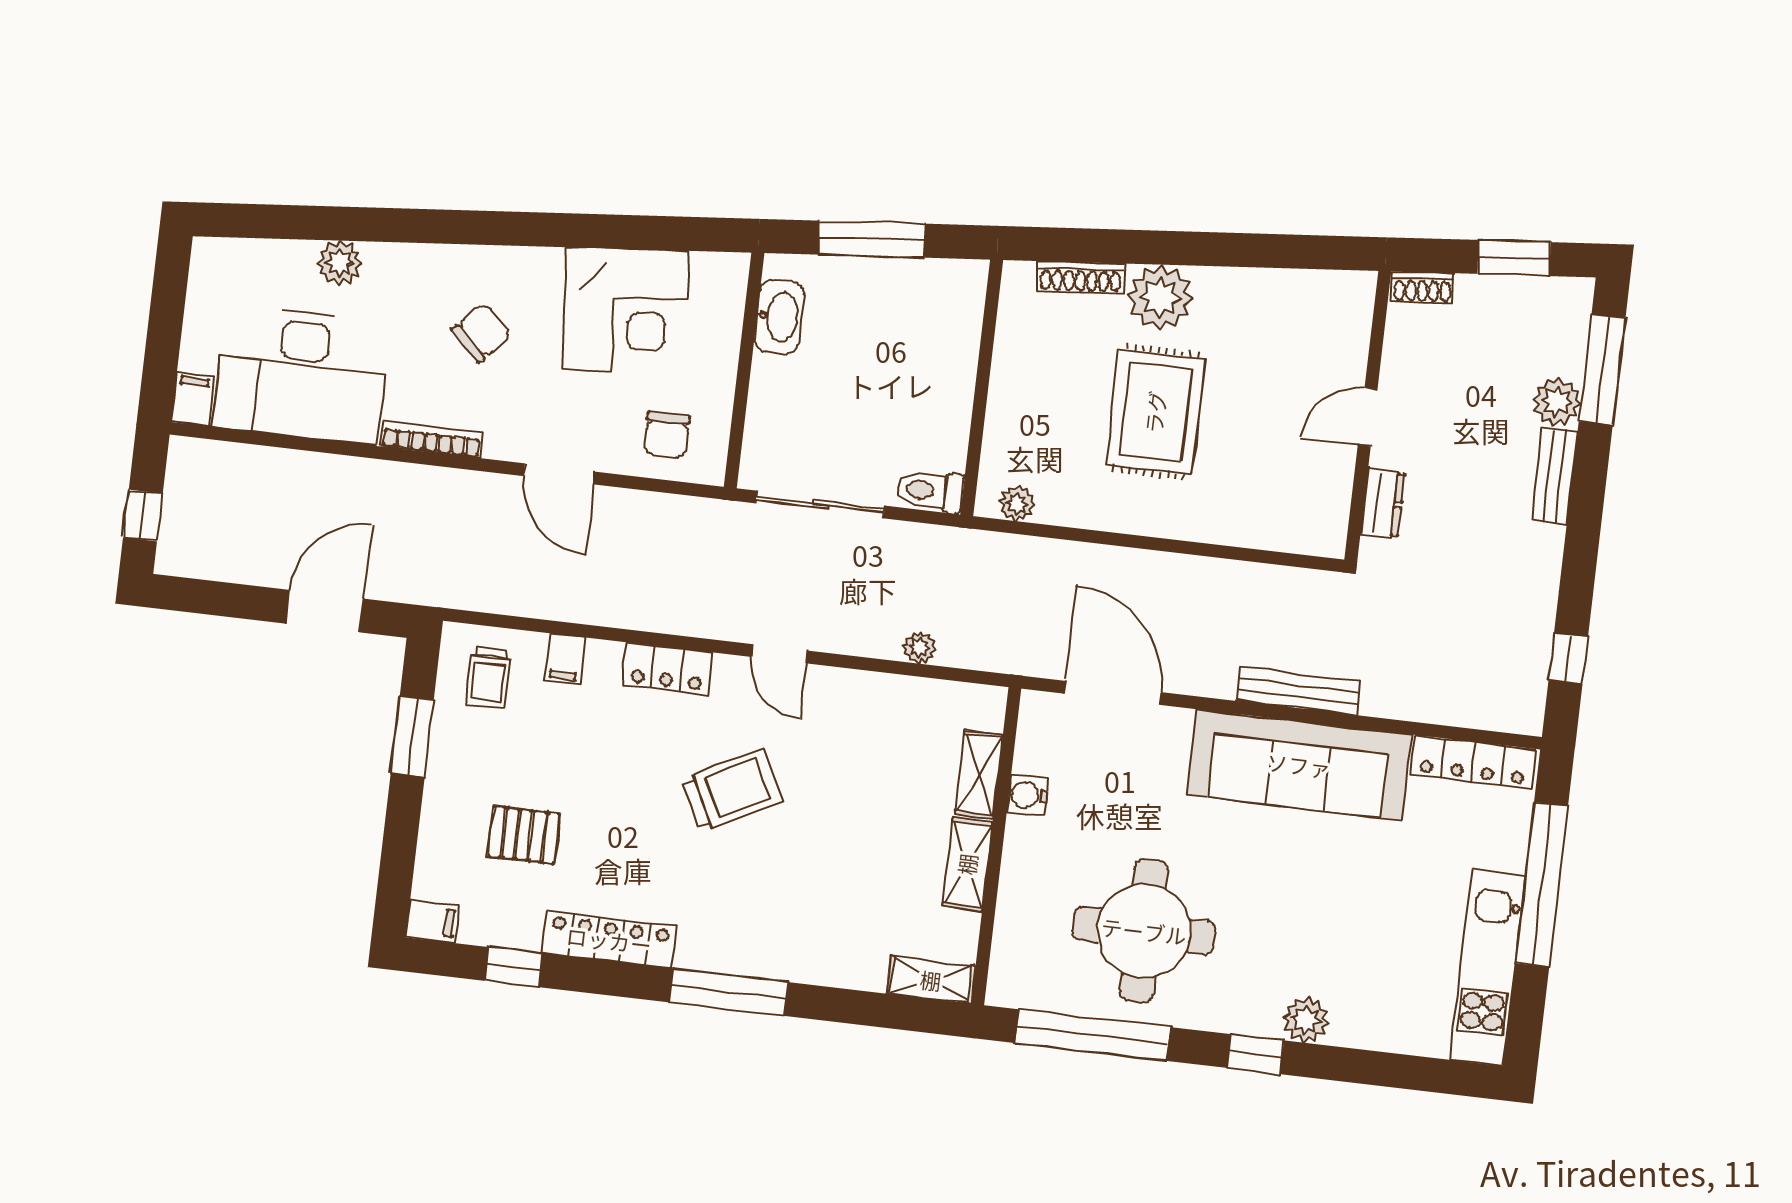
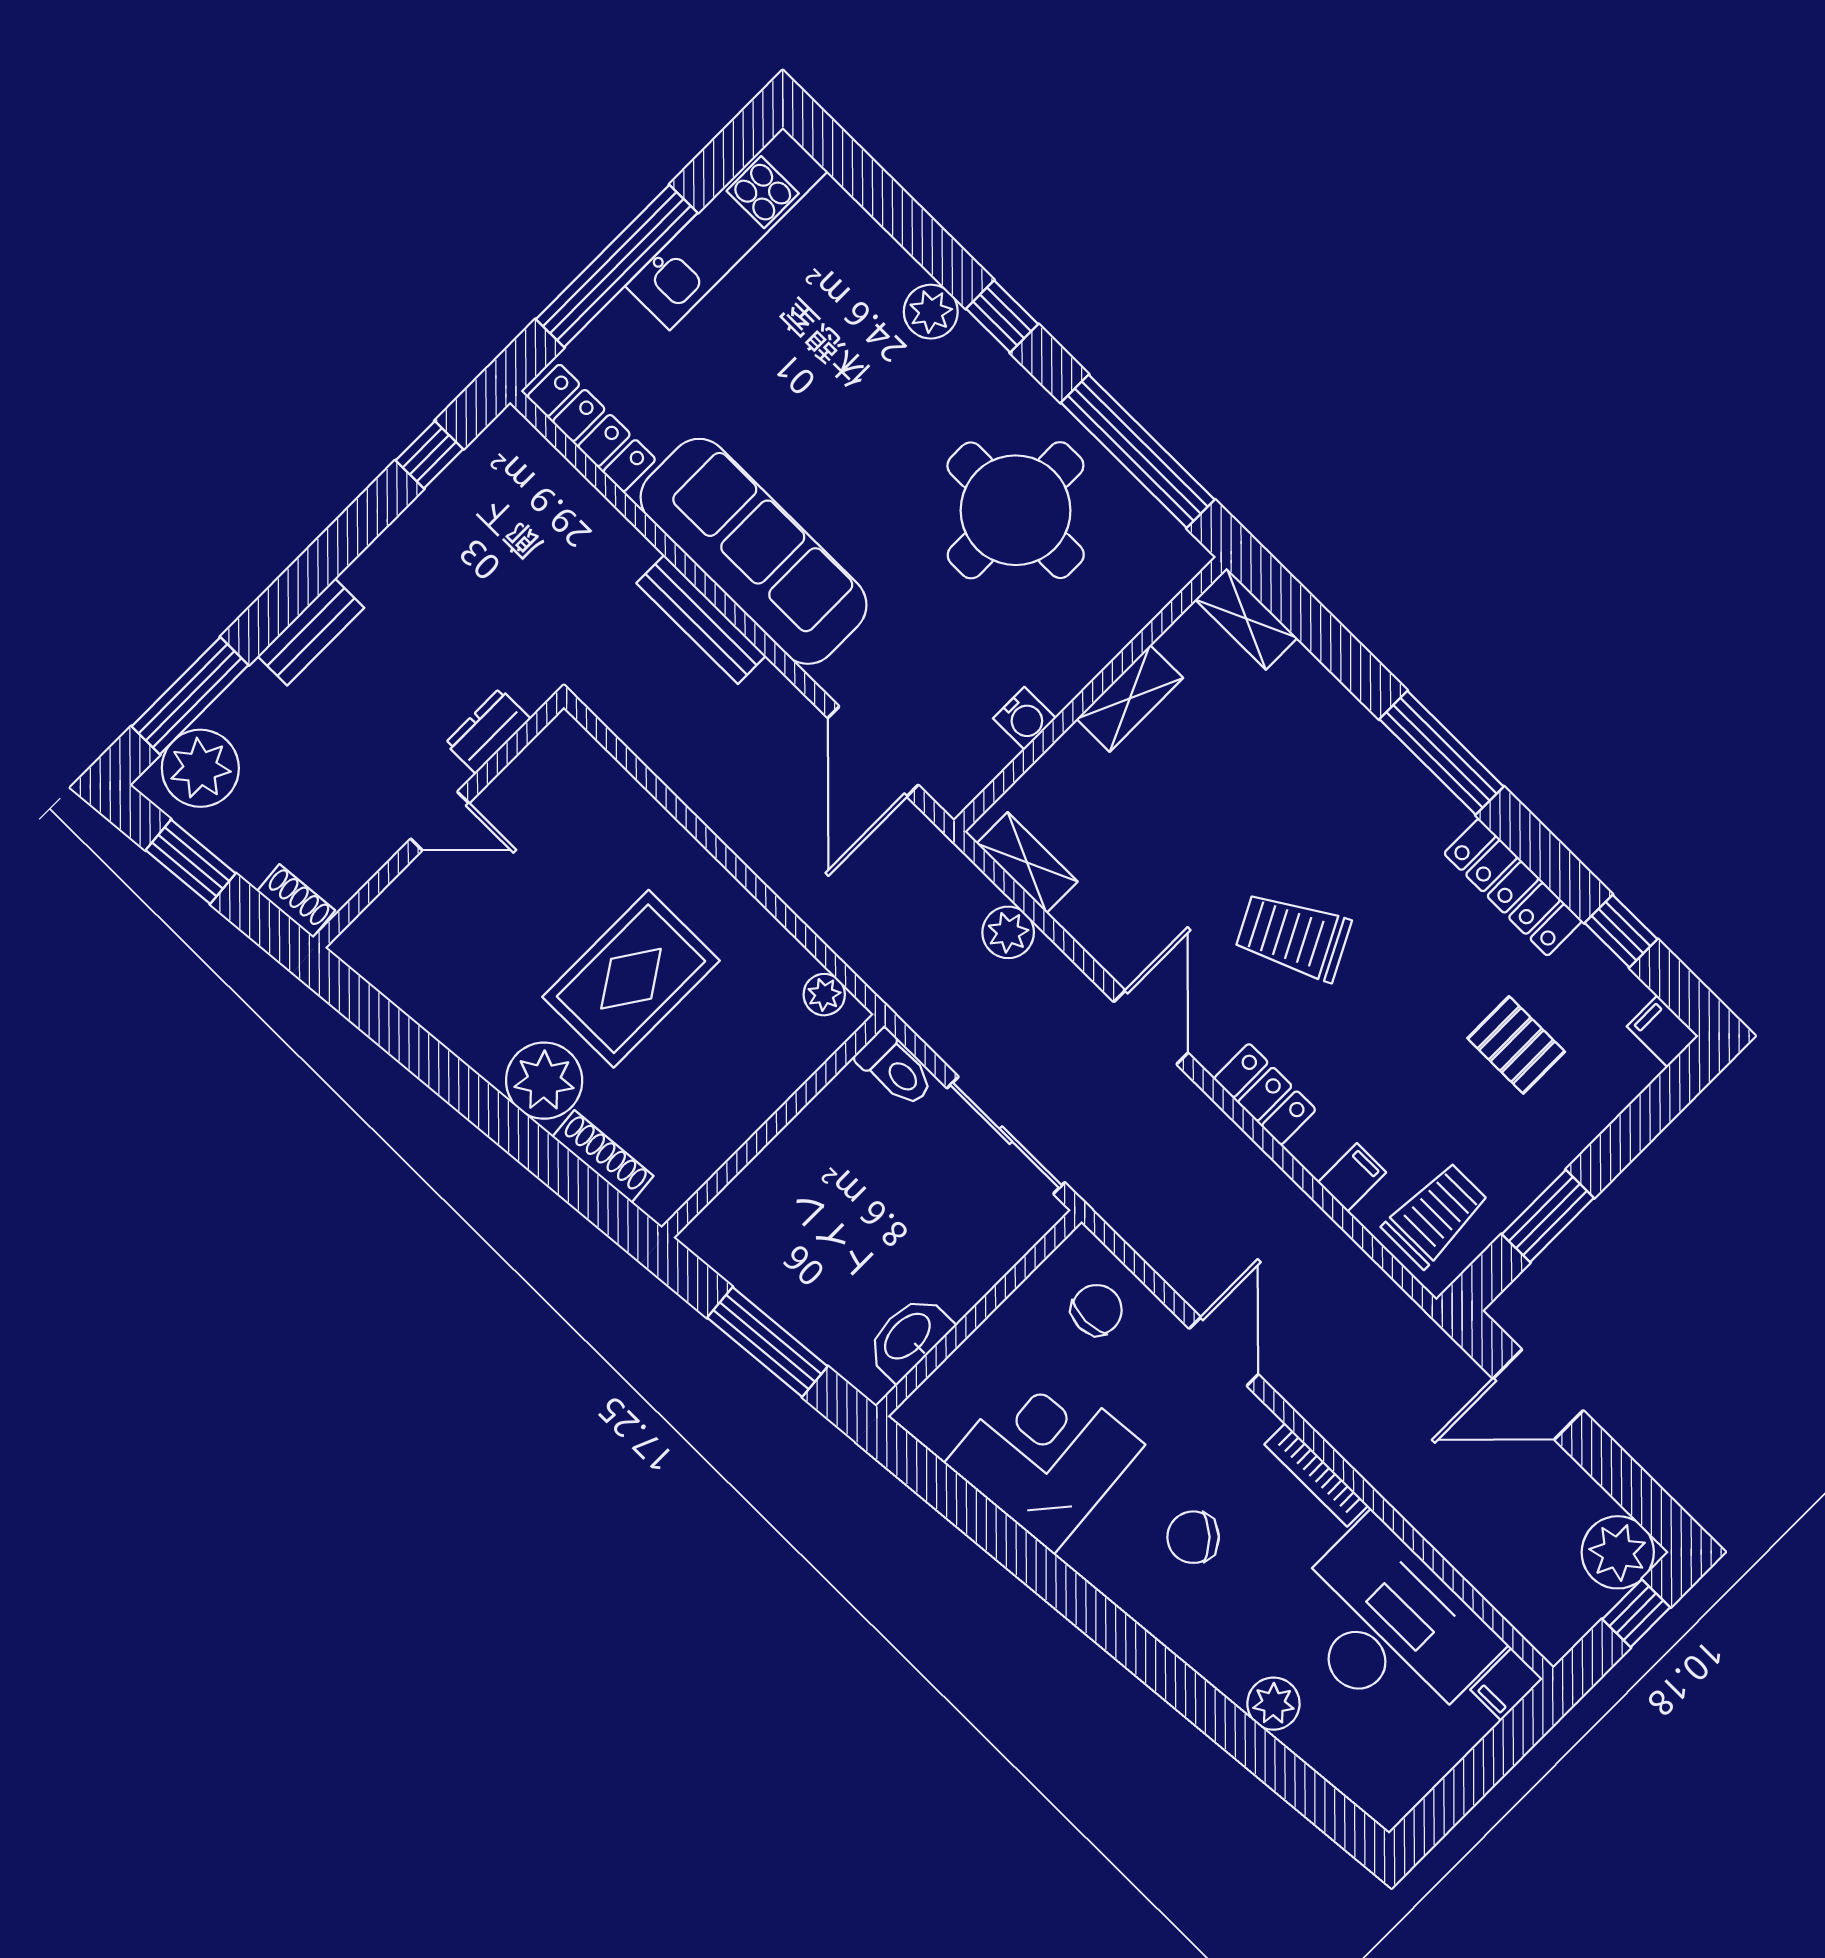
plant: (1557, 402) -> (200, 768), moved, width x1.36, depth x1.36
plant: (187, 547) -> (1618, 1552), added
plant: (919, 648) -> (1008, 932), width x1.38, depth x1.38
door: (779, 654) -> (1151, 1027), width x1.38
trolley: (489, 678) -> (1436, 1215), width x1.36, depth x1.39
shelving: (979, 775) -> (1027, 863), moved, turned 90

